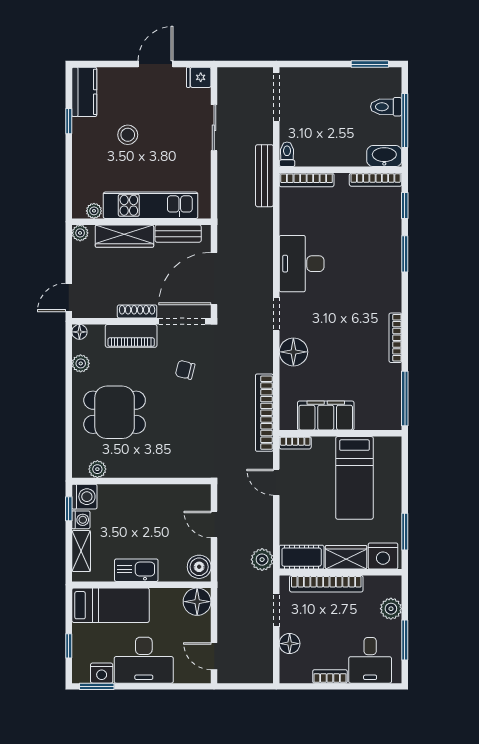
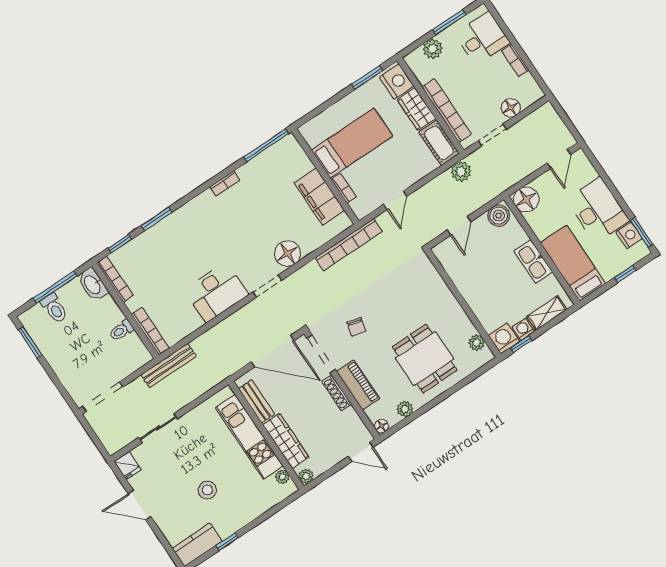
toilet: (287, 154) -> (121, 330), moved
bookcase: (395, 338) -> (225, 183), width x0.64
bookcase: (295, 443) -> (344, 188), moved

